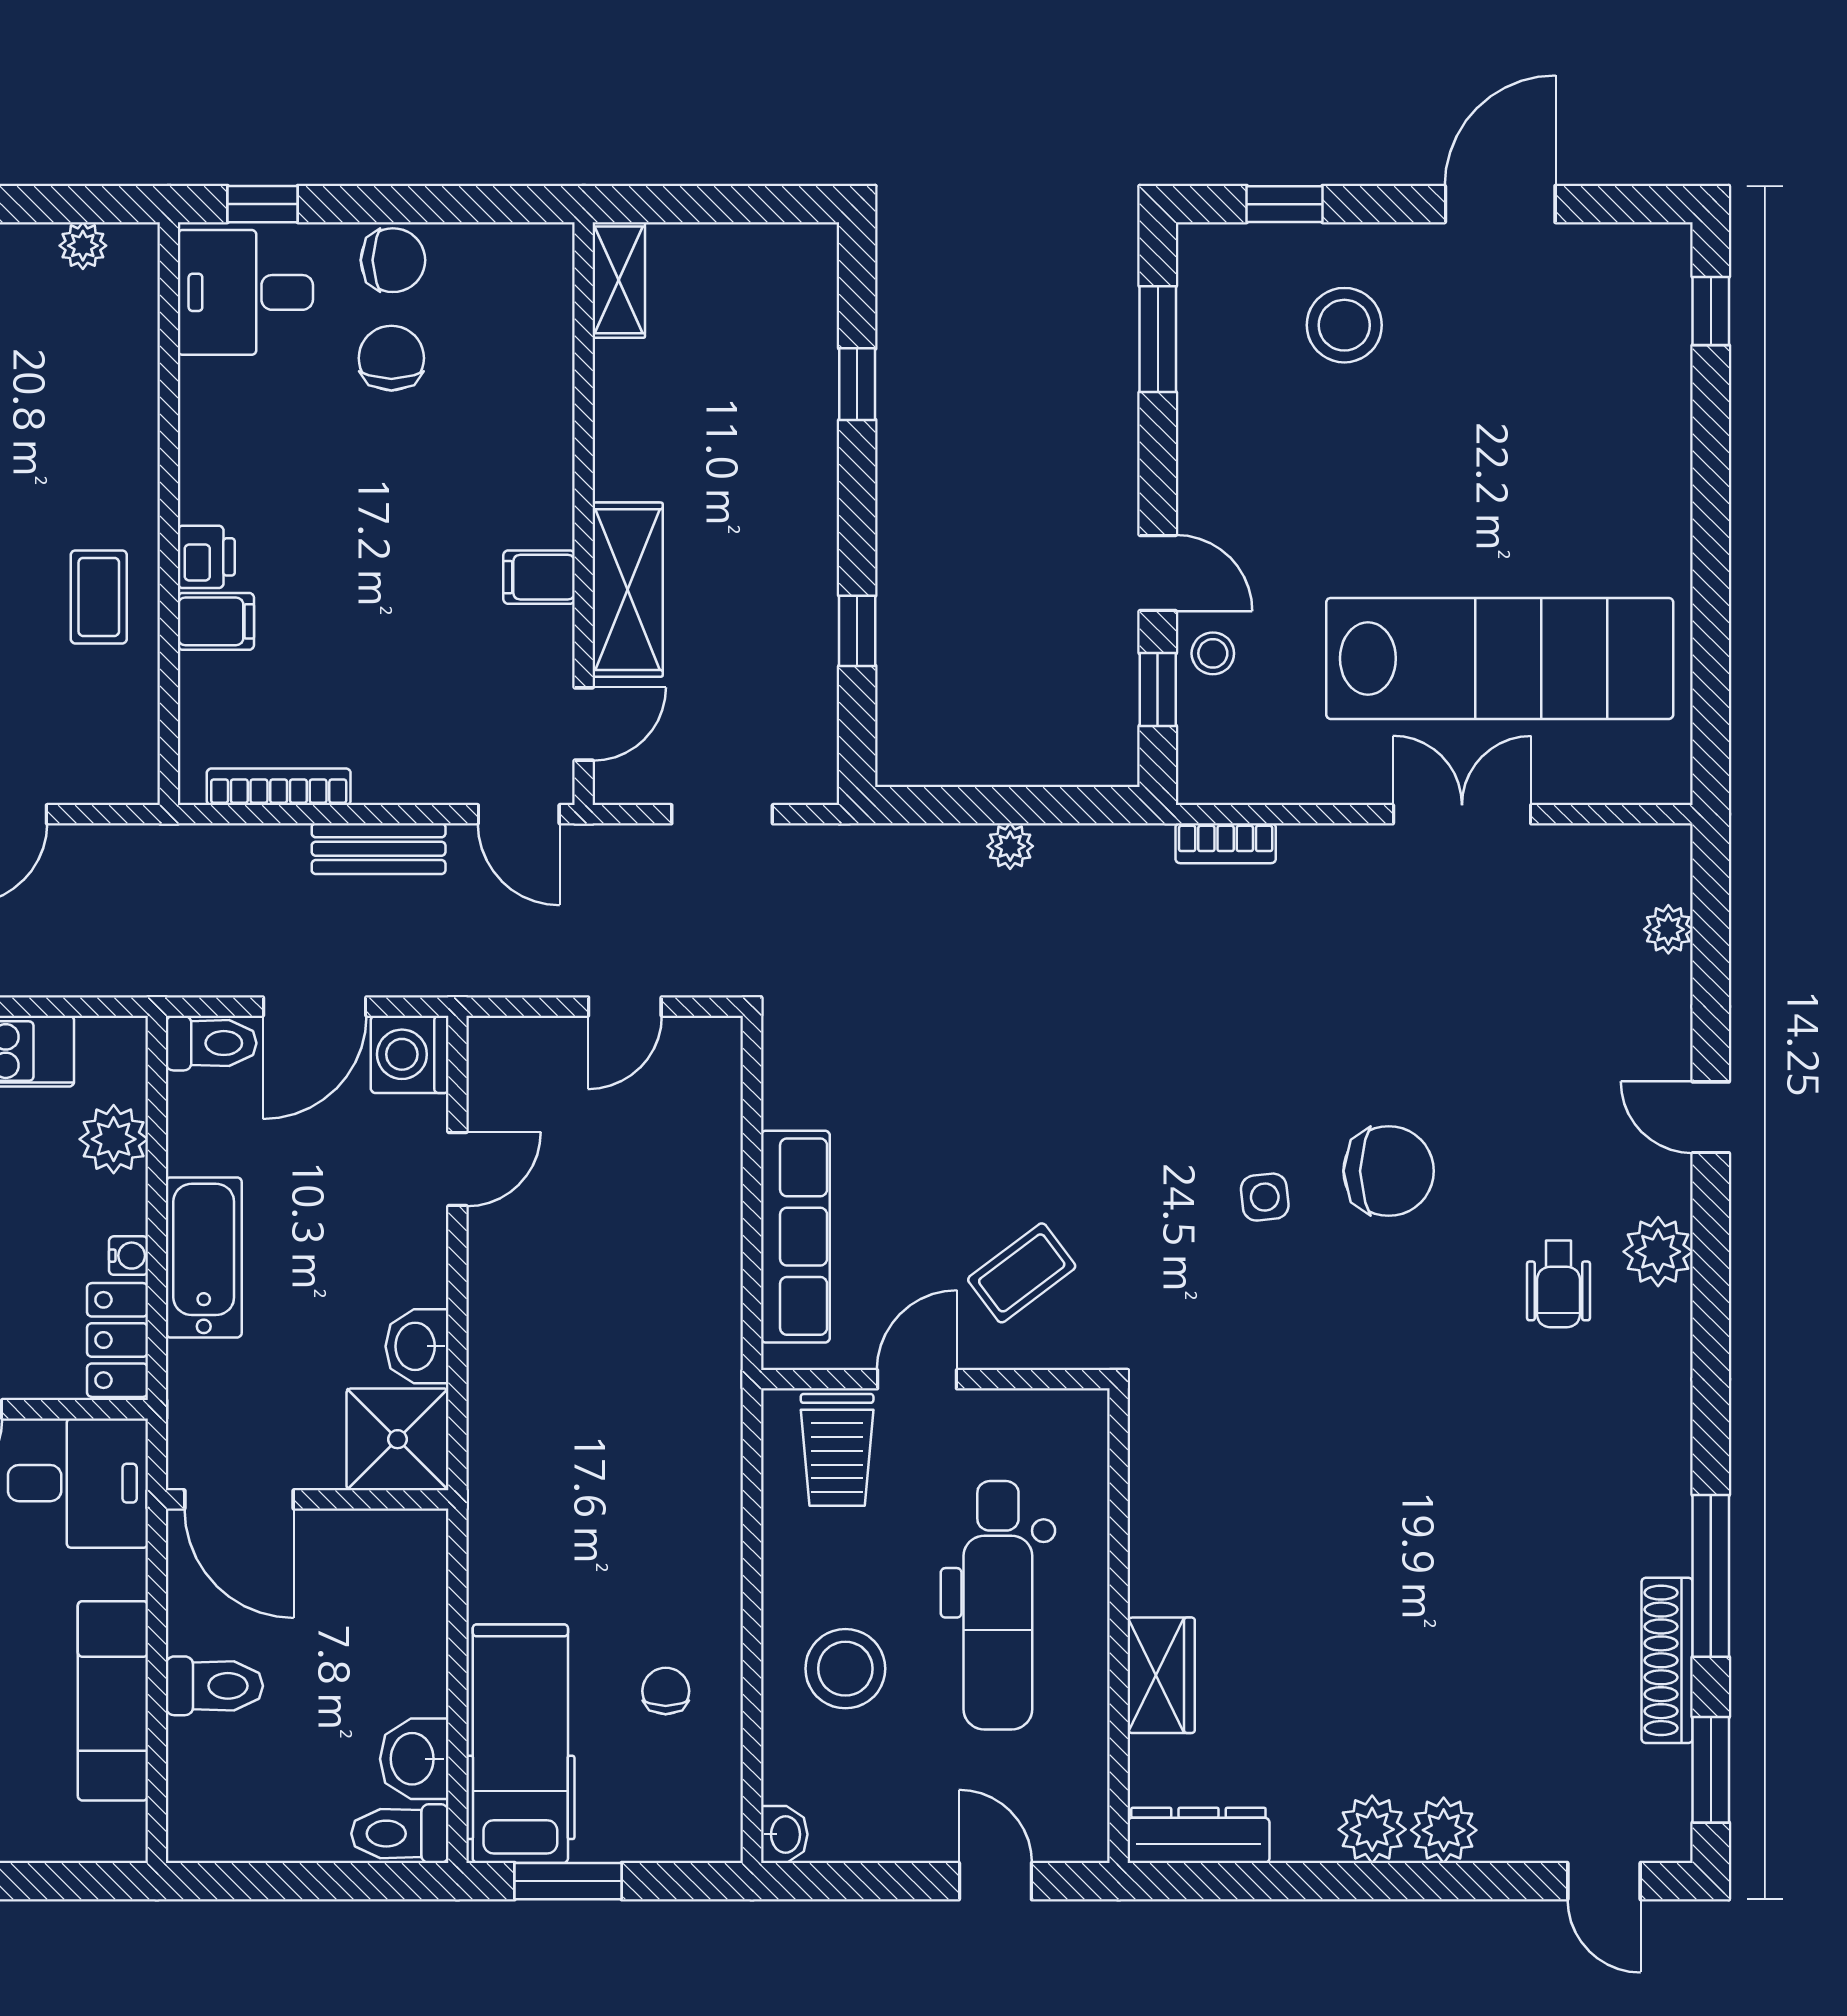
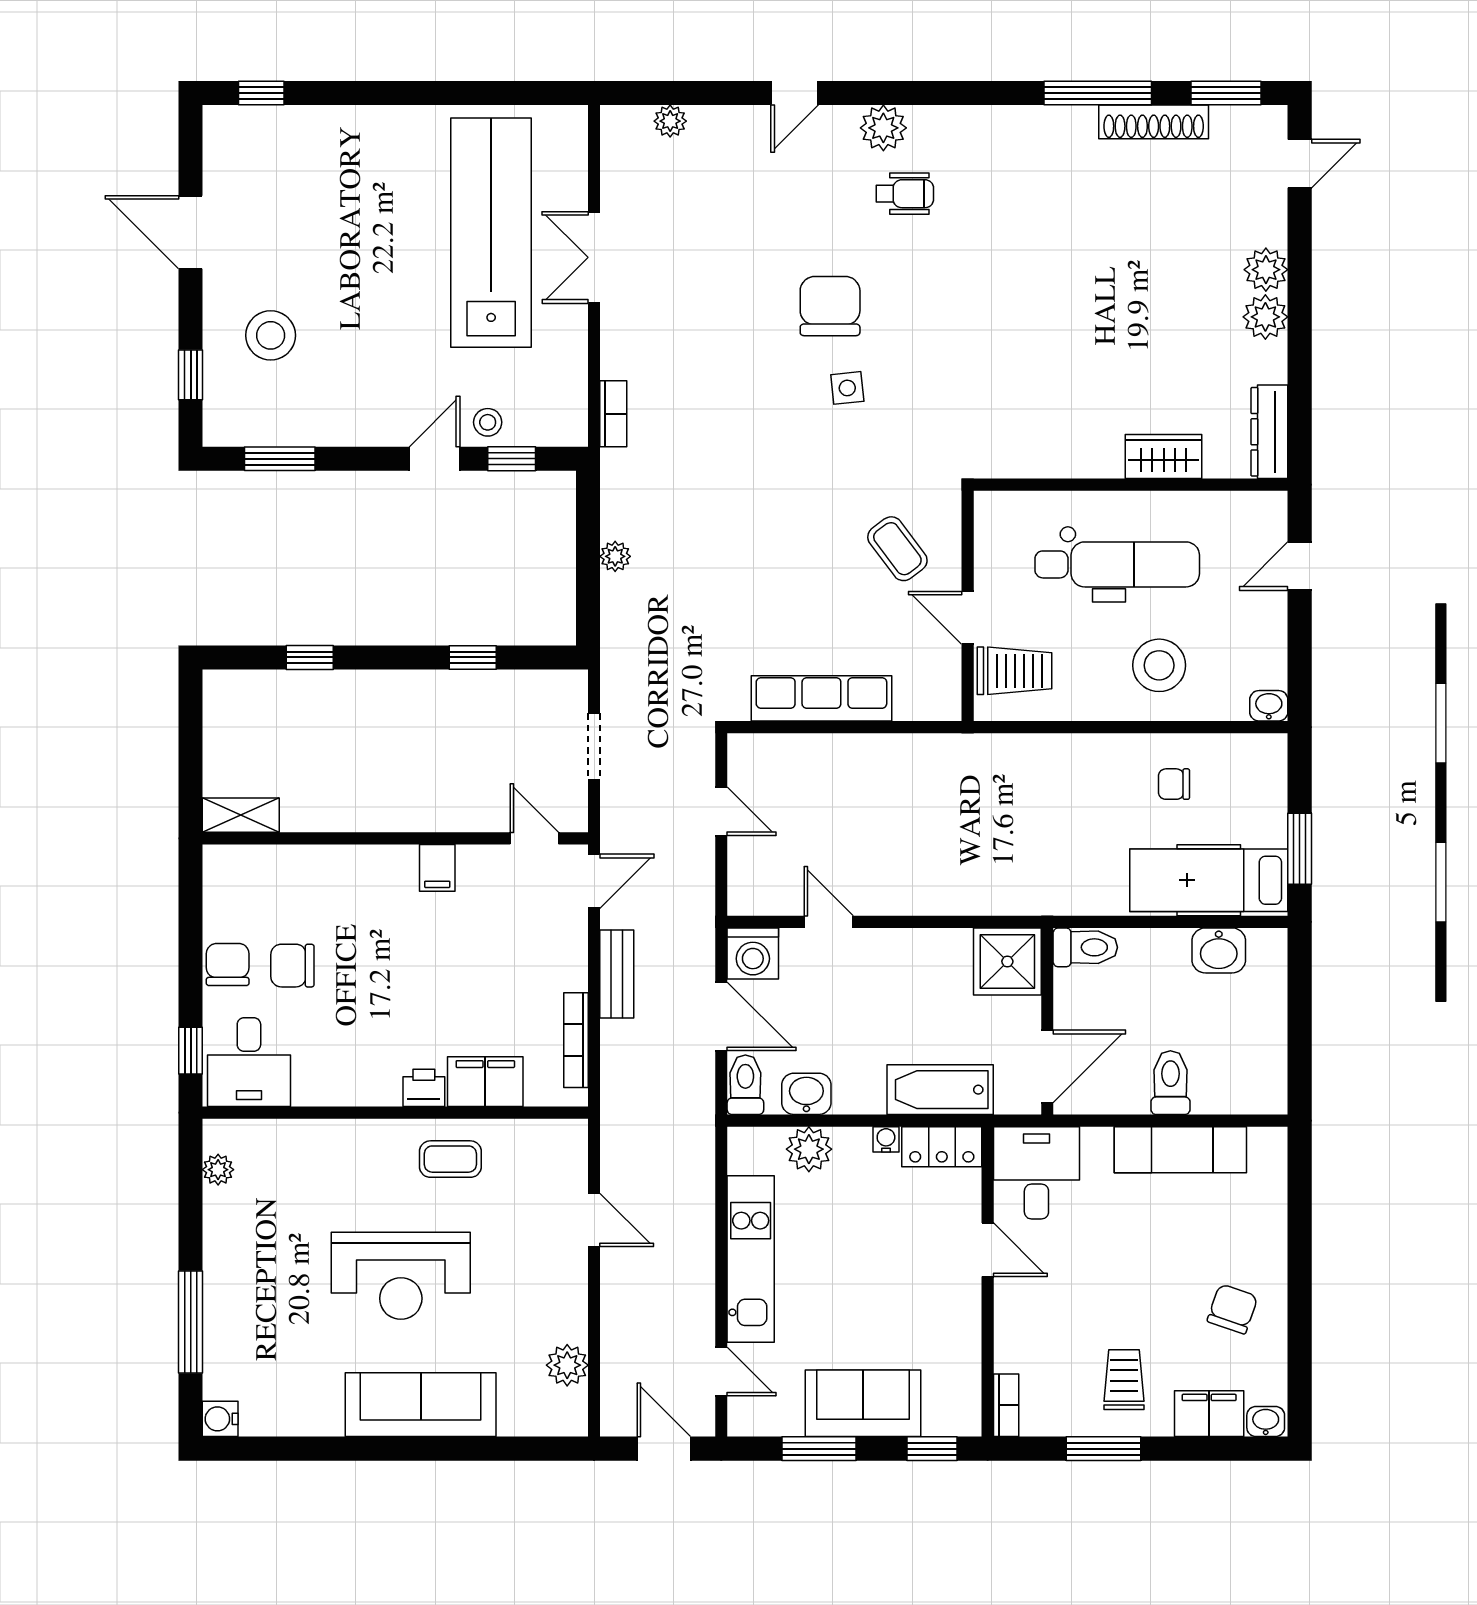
shelving: (628, 590) -> (446, 809), removed
filing cabinet: (216, 621) -> (485, 1082), width x2.00
row of seats: (795, 1237) -> (821, 698), moved
bathtub: (204, 1257) -> (940, 1090), moved
washbasin: (417, 1346) -> (806, 1094), moved, turned 180
toilet: (400, 1834) -> (1085, 947), moved, turned -90

